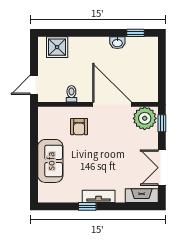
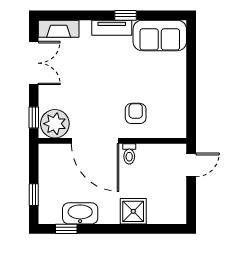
washbasin: (117, 43) -> (80, 213), width x1.91, depth x1.45
shower: (57, 47) -> (133, 211), moved
window: (162, 61) -> (34, 195), added
toilet: (71, 94) -> (129, 154), moved
sofa: (50, 161) -> (160, 35), moved, turned -90

